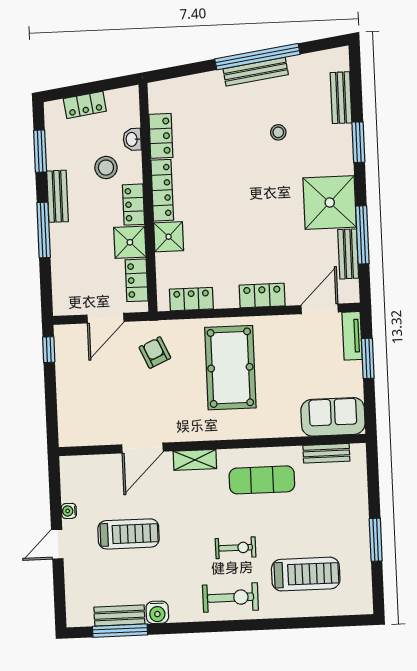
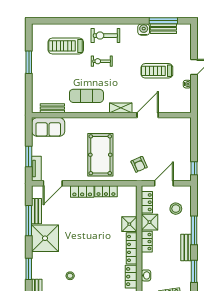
stool: (106, 168) -> (176, 209), moved
locker: (191, 299) -> (106, 191), moved

